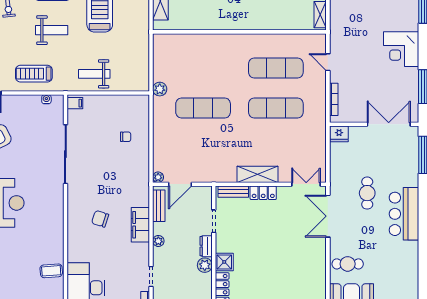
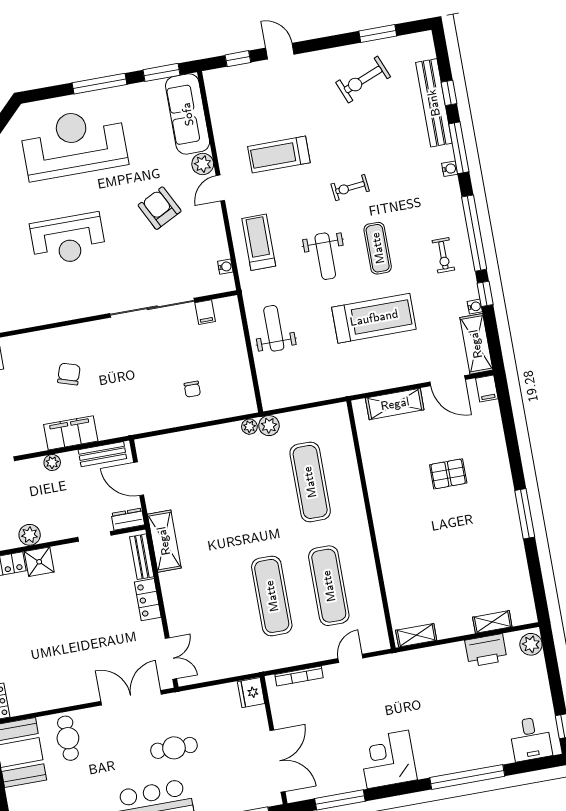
filing cabinet: (75, 103) -> (205, 312), moved
exercise mat: (203, 108) -> (310, 482), moved
shelving: (257, 174) -> (164, 541), moved
plant: (158, 177) -> (249, 427), moved
dresser: (206, 246) -> (128, 519), moved

